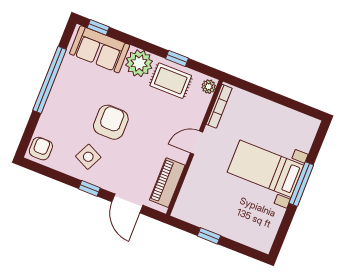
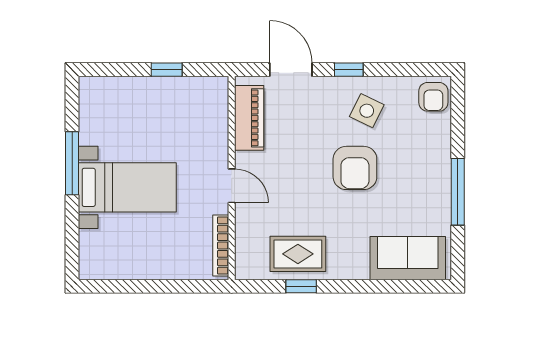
window: (98, 27) -> (421, 286), removed
plant: (139, 63) -> (349, 260), removed
window: (50, 80) -> (458, 192), width x0.68
plant: (209, 87) -> (245, 266), removed
door: (196, 143) -> (232, 186), hinge flipped
window: (301, 184) -> (72, 163), moved

